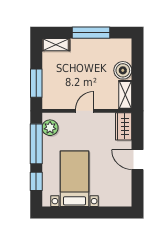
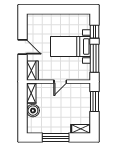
plant: (50, 128) -> (85, 70), removed
bed with nightstands: (74, 179) -> (71, 47), moved, turned 90

